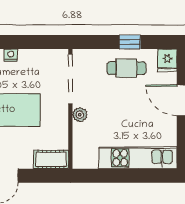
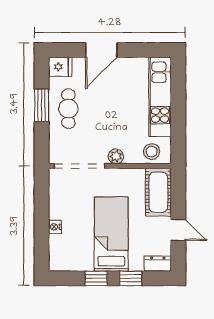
window: (130, 42) -> (42, 105), width x1.50
stool: (84, 150) -> (152, 152), added
cot: (51, 159) -> (158, 192), width x1.37, depth x1.34

